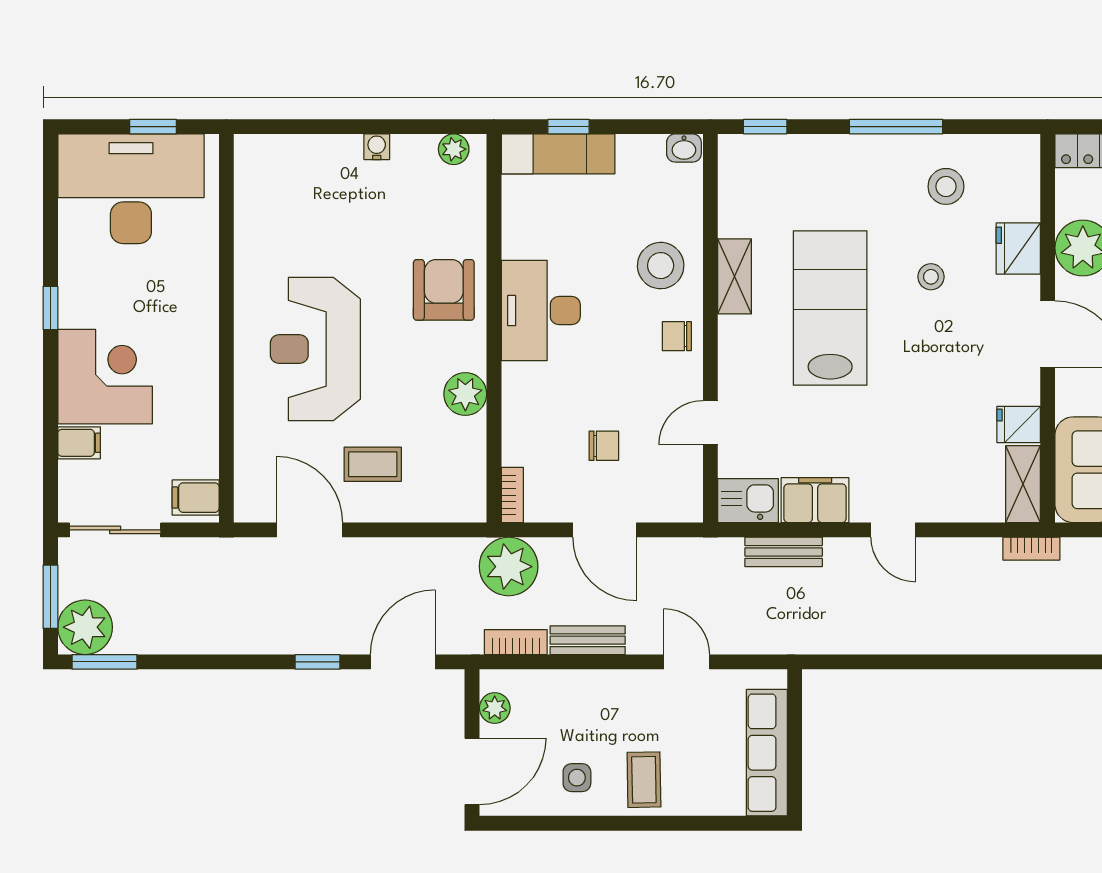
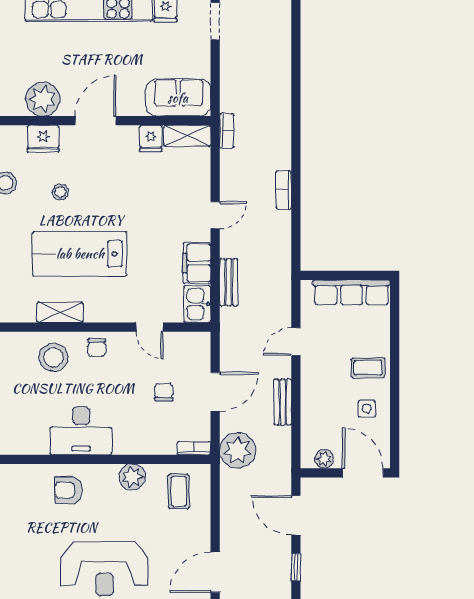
armchair: (444, 290) -> (68, 490), width x0.72, depth x0.72
coffee table: (373, 464) -> (179, 491), moved
bookcase: (516, 642) -> (284, 190), moved

